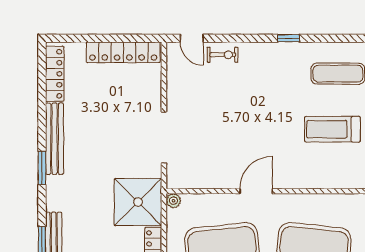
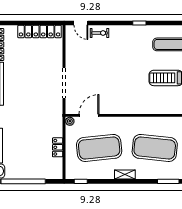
door: (256, 191) -> (89, 115), moved
shower: (138, 202) -> (48, 122), removed

